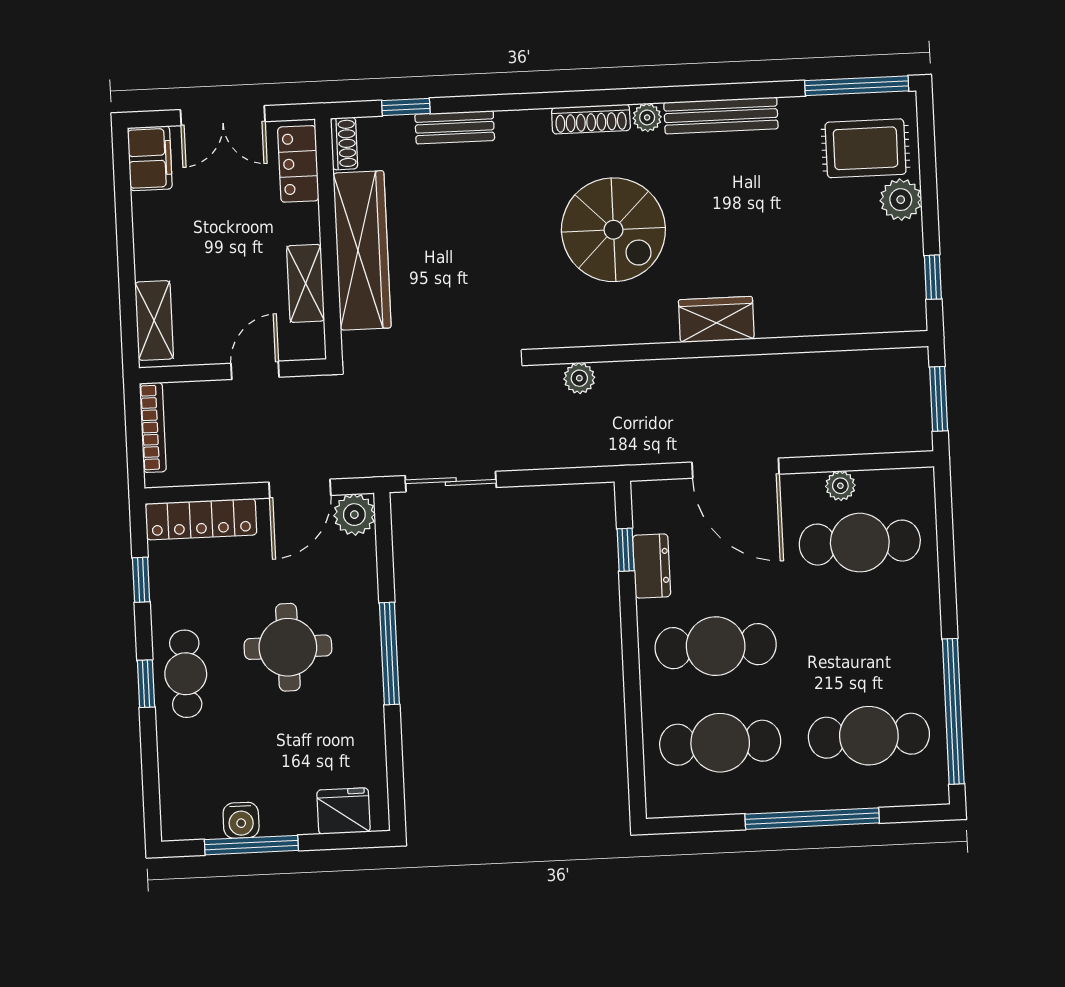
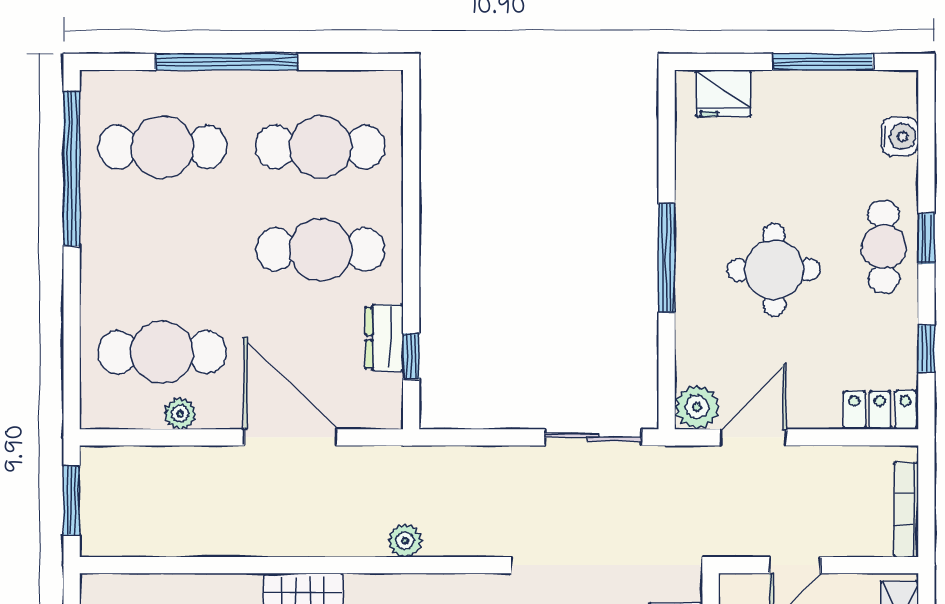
plant: (579, 378) -> (405, 541), moved
locker: (201, 519) -> (880, 410), width x0.66
water cooler: (241, 820) -> (900, 137), moved, turned 90

